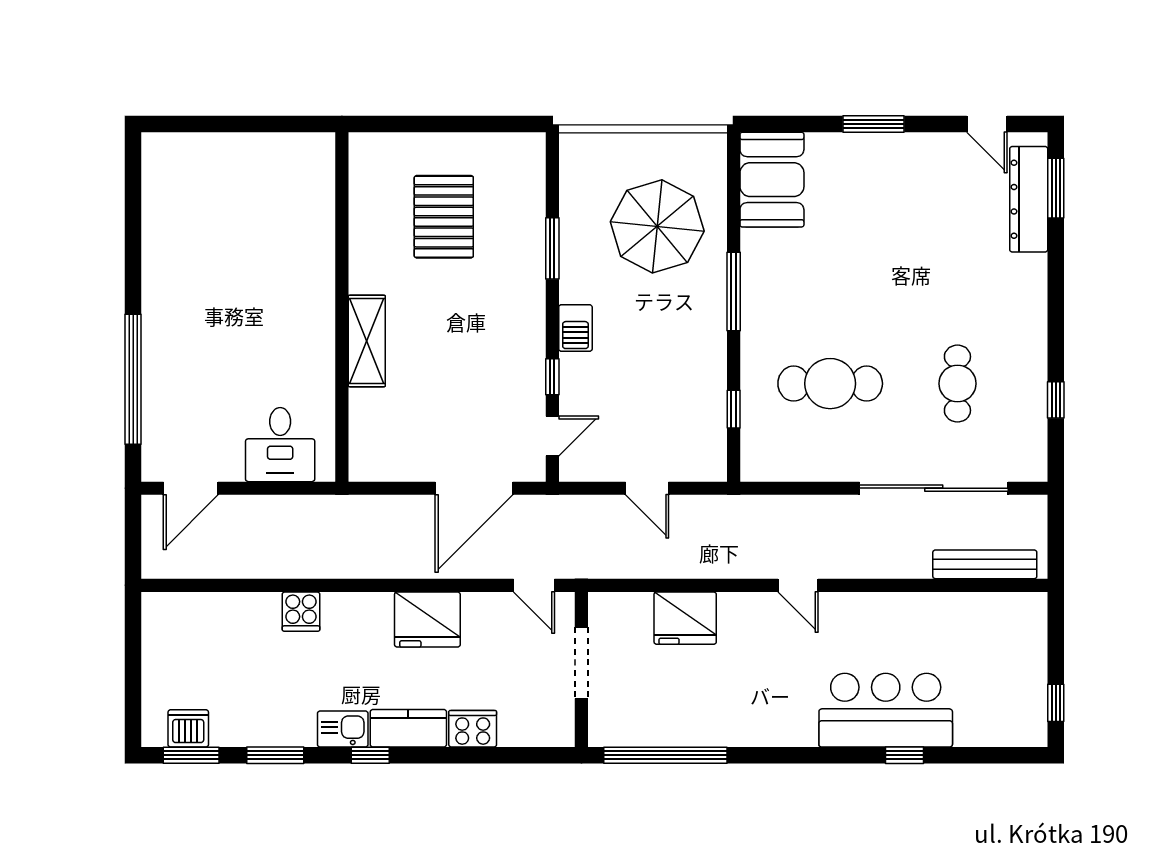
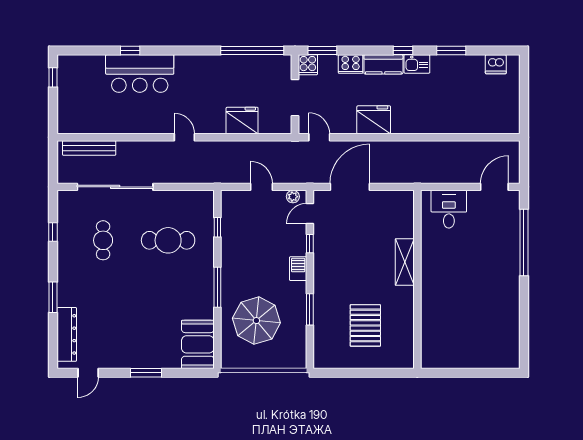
door: (987, 124) -> (88, 373), swing flipped
window: (1056, 188) -> (53, 297), moved
plant: (586, 469) -> (293, 197), added
cooker: (301, 612) -> (308, 65), moved, turned 180
window: (191, 755) -> (322, 51), moved

